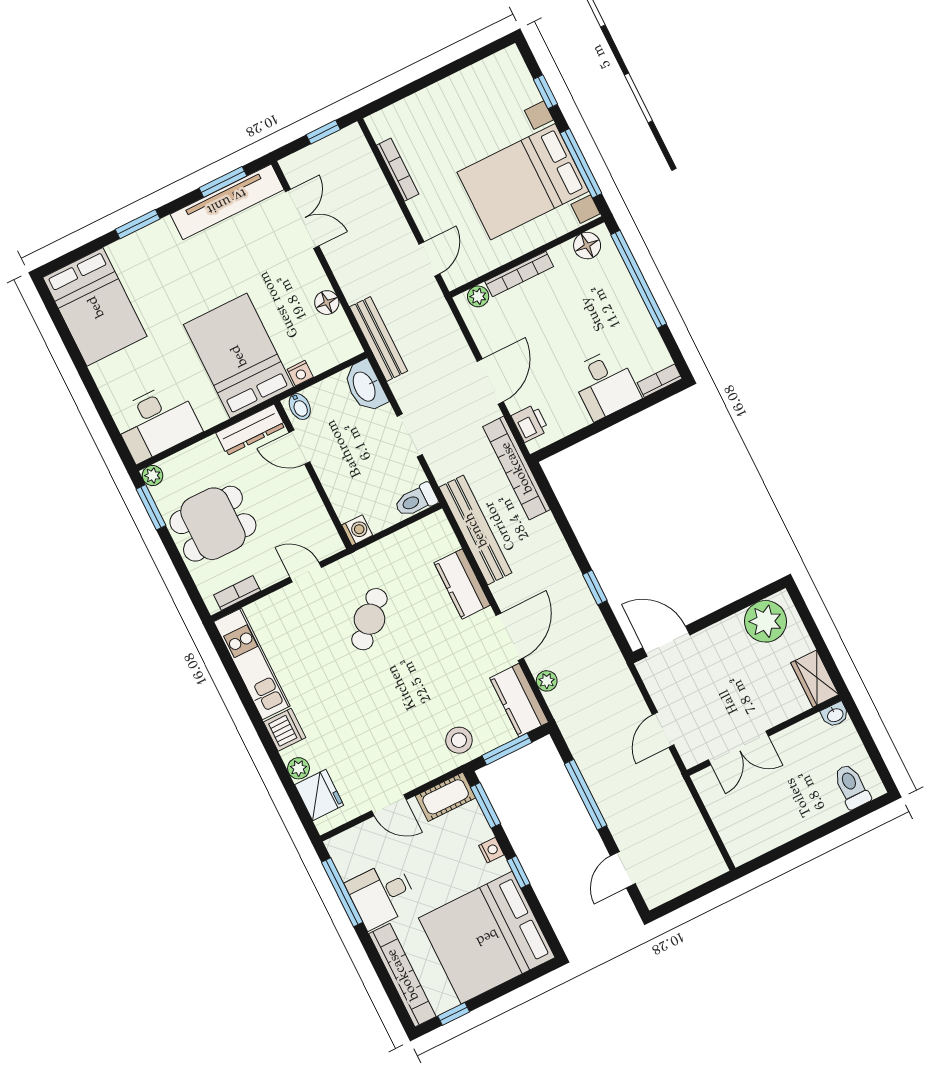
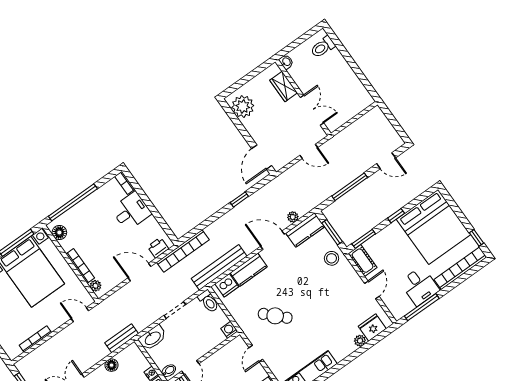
bench: (378, 339) -> (122, 338), width x0.73
wardrobe: (815, 679) -> (284, 87), moved, turned 90
dishwasher: (285, 730) -> (227, 285), moved, turned 180
nightstand: (491, 850) -> (387, 232), removed

